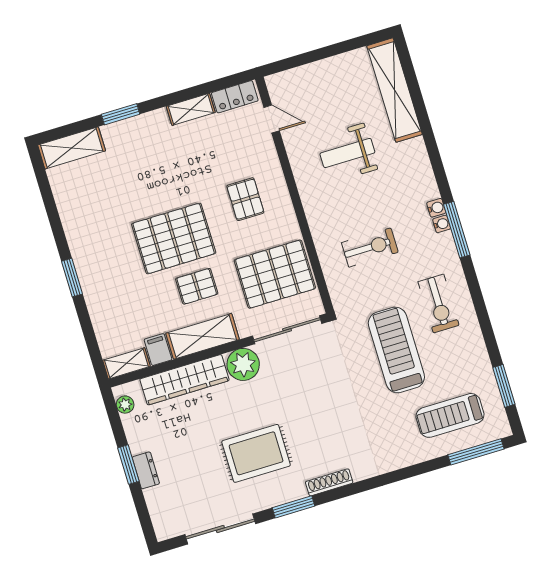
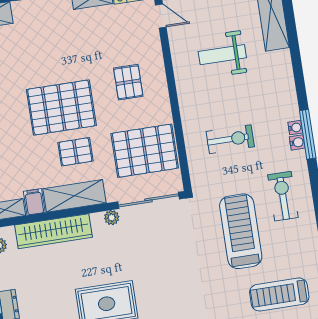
water cooler: (436, 208) -> (297, 142), moved
exercise bike: (438, 304) -> (283, 196), turned 180
plant: (243, 364) -> (112, 218), width x0.53, depth x0.53

